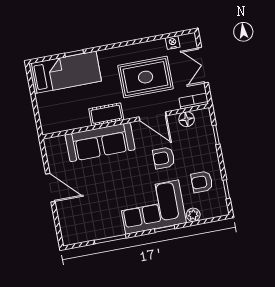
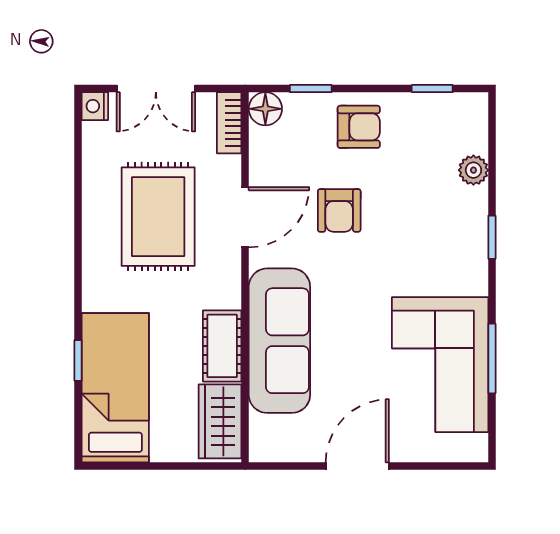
nightstand: (173, 43) -> (95, 106), moved
cot: (106, 114) -> (222, 346), moved
floor lamp: (187, 119) -> (265, 109), moved
wardrobe: (59, 122) -> (220, 421), added
armchair: (202, 182) -> (359, 127), moved, turned -90
corner sofa: (152, 207) -> (440, 365), moved

